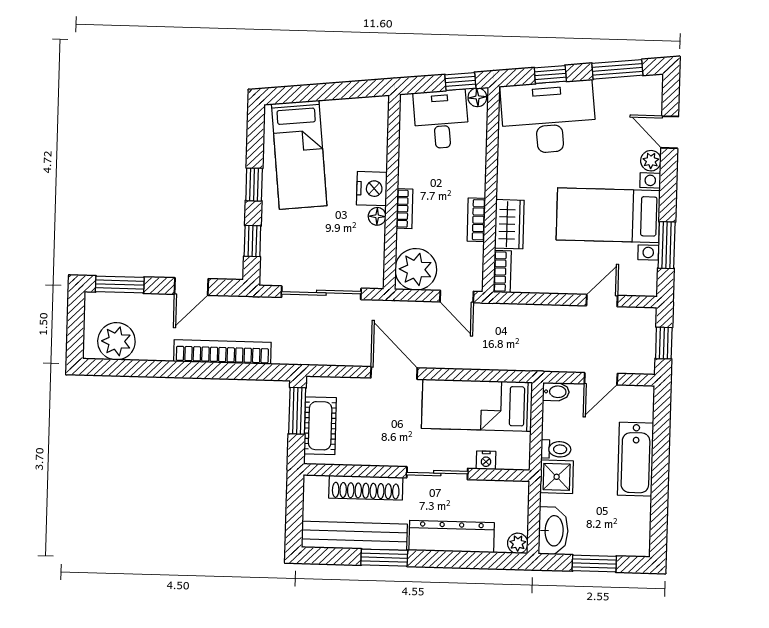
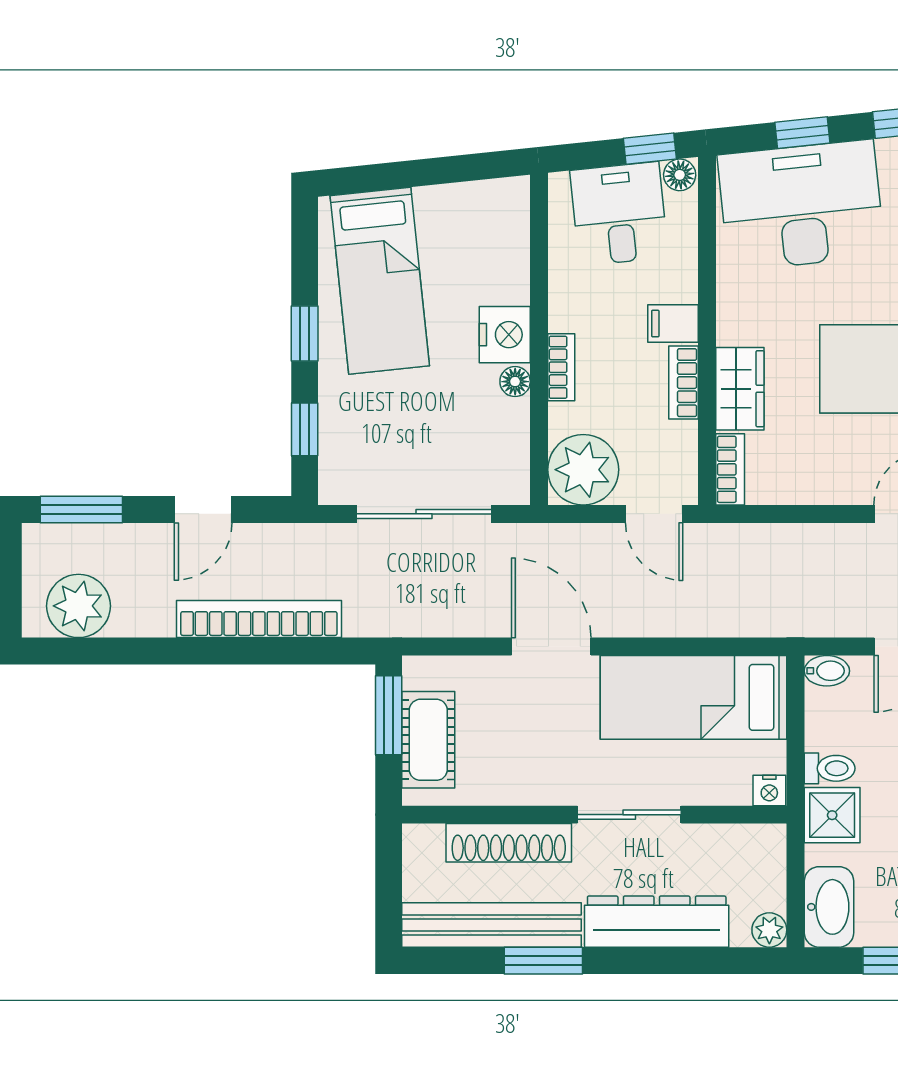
filing cabinet: (471, 185) -> (673, 324), added
nightstand: (486, 460) -> (769, 790), moved

